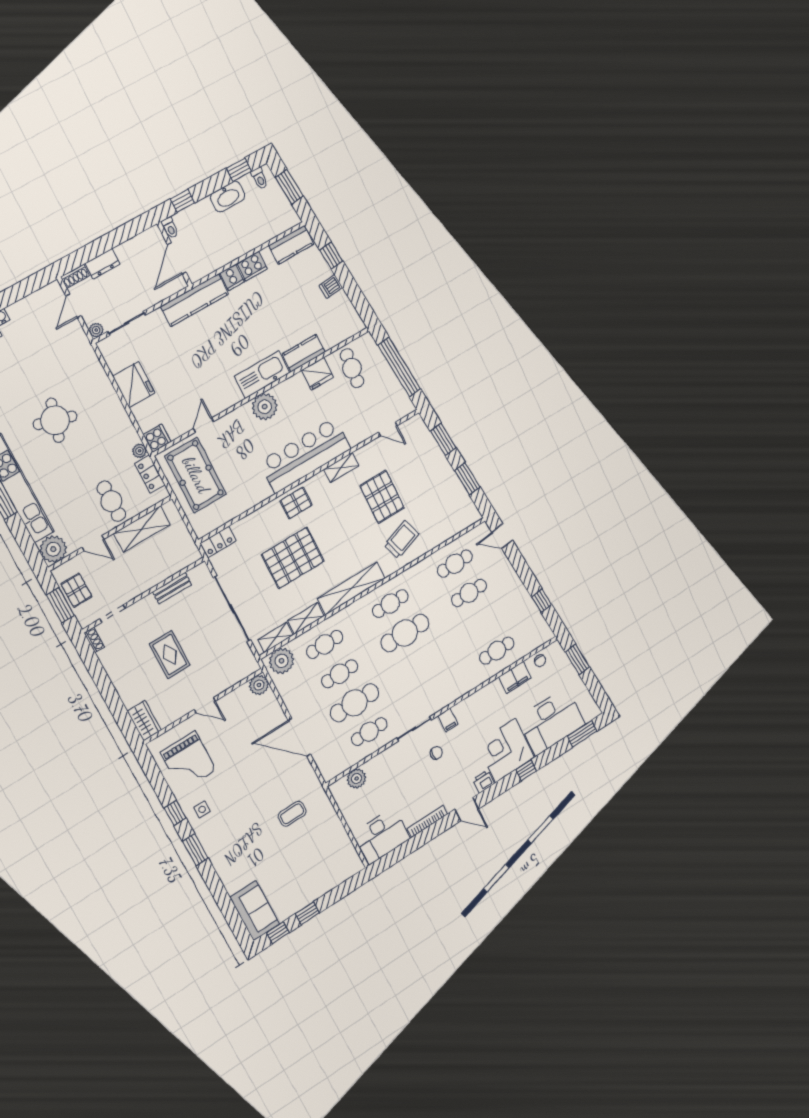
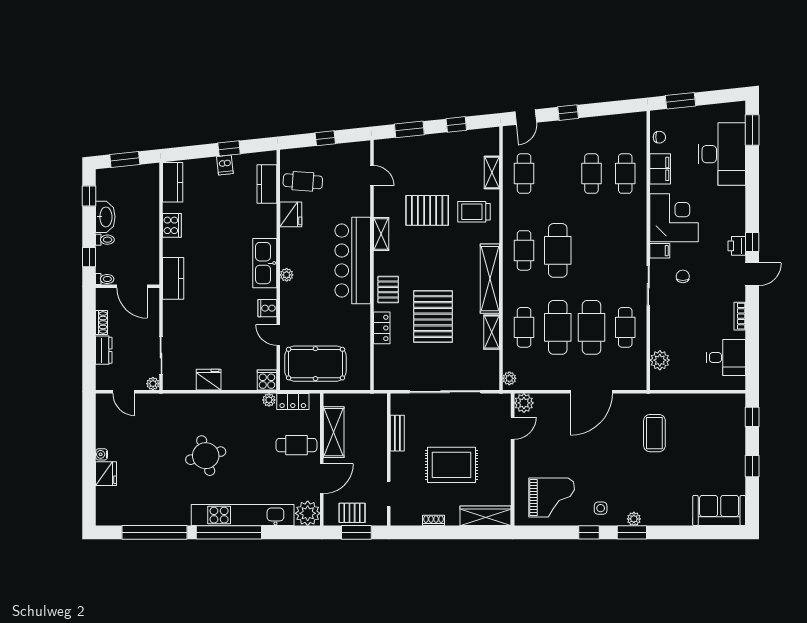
toilet: (260, 178) -> (105, 240), moved
window: (331, 256) -> (229, 148), moved
shoe rack: (75, 276) -> (102, 323), moved
cooker: (232, 277) -> (267, 308), moved, turned 180
kitchen counter: (195, 300) -> (173, 278), width x0.67
kitchen counter: (304, 353) -> (267, 184), moved
window: (399, 367) -> (325, 138), width x0.32
fridge: (134, 385) -> (209, 380), width x0.73, depth x0.75
plant: (265, 407) -> (287, 275), width x0.53, depth x0.53
round table: (55, 420) -> (206, 456), turned -31
door: (388, 429) -> (372, 175), hinge flipped
window: (467, 479) -> (456, 124), width x0.67
trolley: (401, 539) -> (474, 212), turned -71
locker: (218, 542) -> (382, 328), moved
door: (93, 543) -> (322, 479), width x1.38
cafe table: (469, 593) -> (591, 174), moved
window: (542, 601) -> (568, 113), moved
shelving: (276, 637) -> (492, 173), moved
shoe rack: (94, 640) -> (434, 520), moved
rug: (170, 655) -> (452, 465), width x1.36, depth x1.43
plant: (281, 661) -> (509, 378), width x0.53, depth x0.53
cafe table: (340, 674) -> (558, 327), width x1.37, depth x1.35
door: (205, 705) -> (513, 428), moved
wardrobe: (144, 721) -> (485, 516), width x1.50
corner desk: (505, 750) -> (674, 218), moved, turned 180
window: (526, 770) -> (752, 242), moved
coffee table: (292, 814) -> (654, 433), width x1.36, depth x1.30
bookcase: (427, 821) -> (740, 316), width x0.64
desk: (382, 836) -> (726, 357), width x0.73
plant: (208, 844) -> (634, 519), added
window: (278, 933) -> (752, 417), moved

